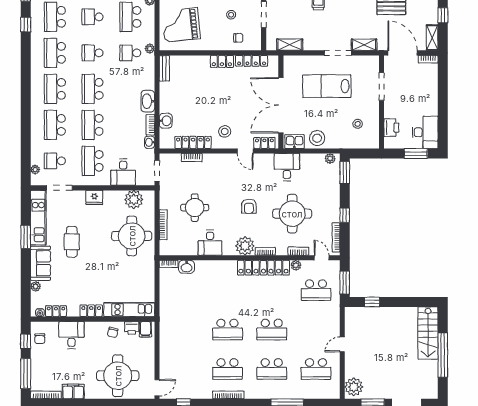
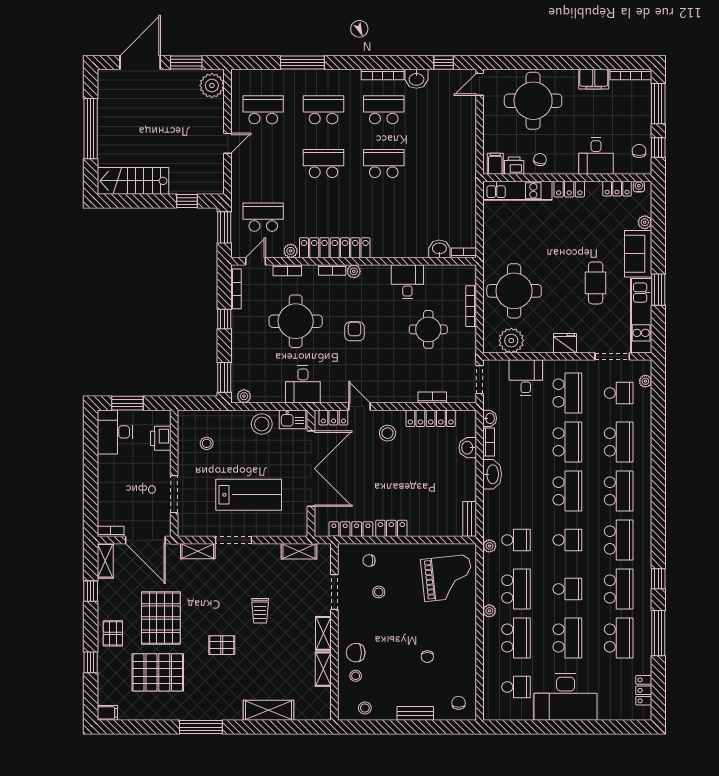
plant: (245, 246) -> (354, 271), width x0.53, depth x0.53
door: (322, 258) -> (256, 261), swing flipped
stairs: (428, 333) -> (133, 181), moved, turned -90
washbasin: (203, 392) -> (416, 79), added

